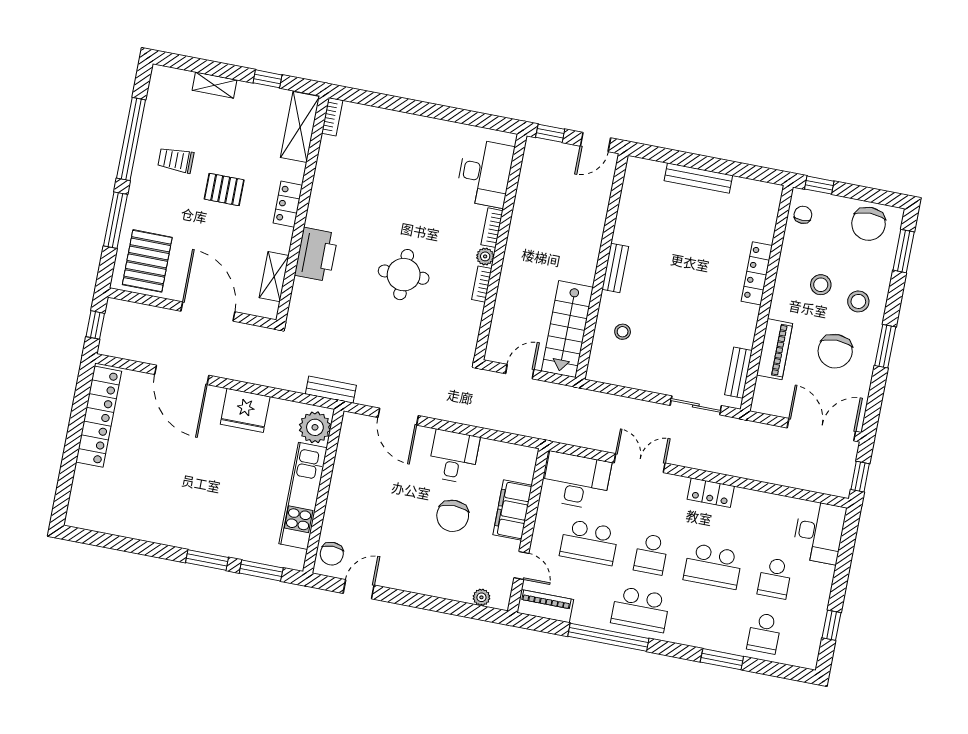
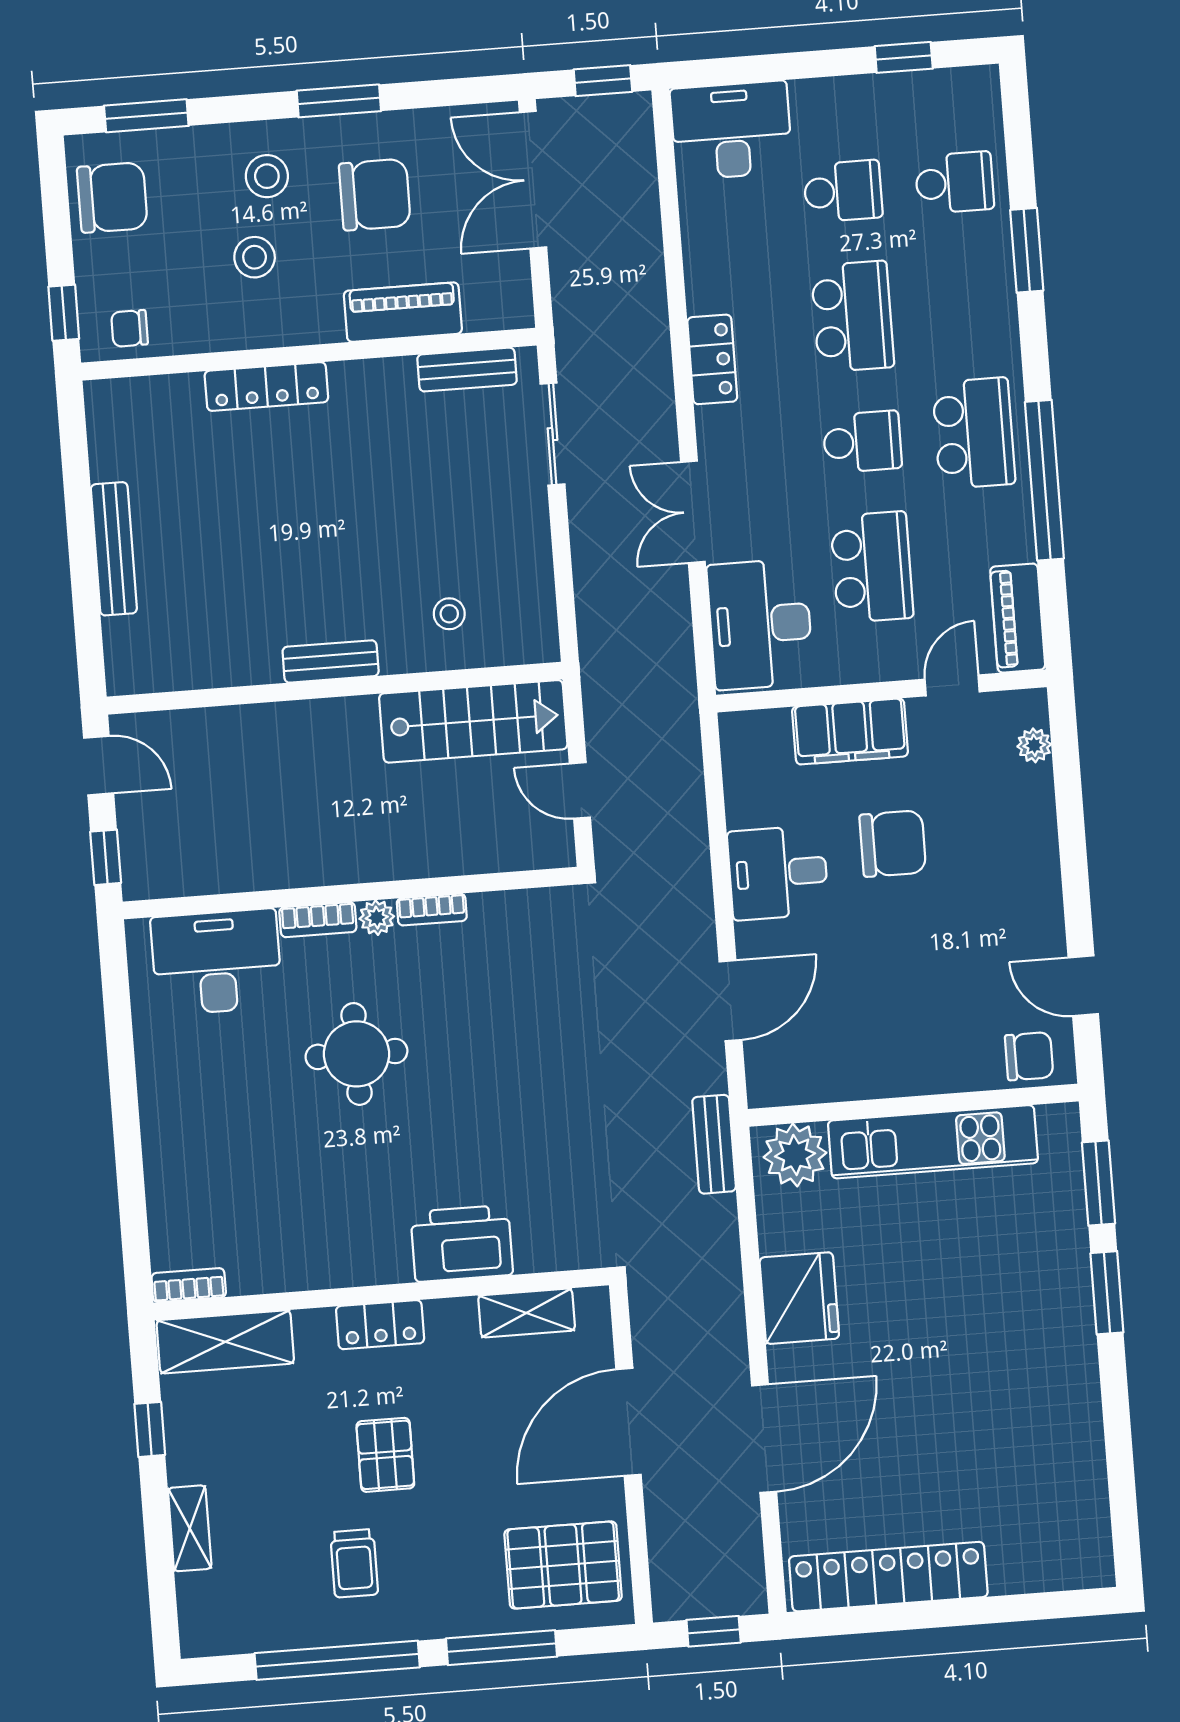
round table: (404, 275) -> (356, 1054), moved

